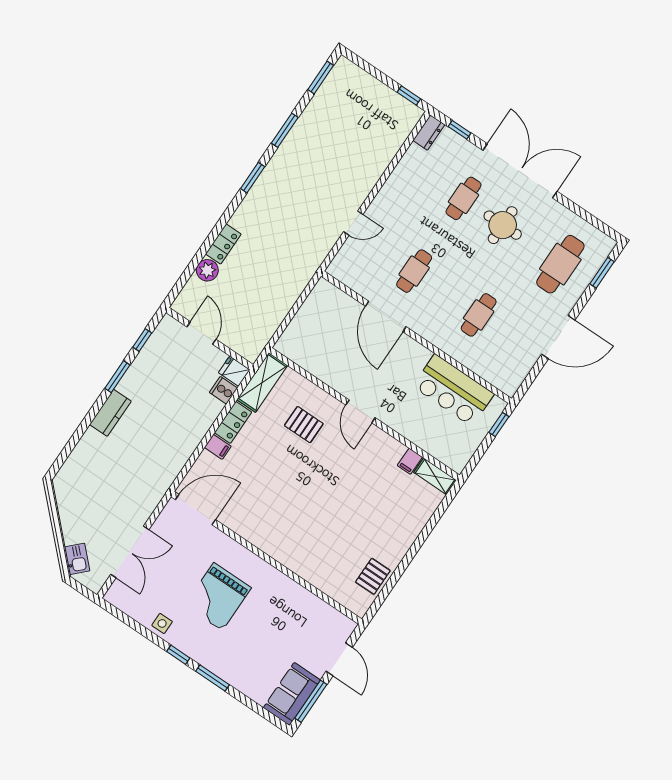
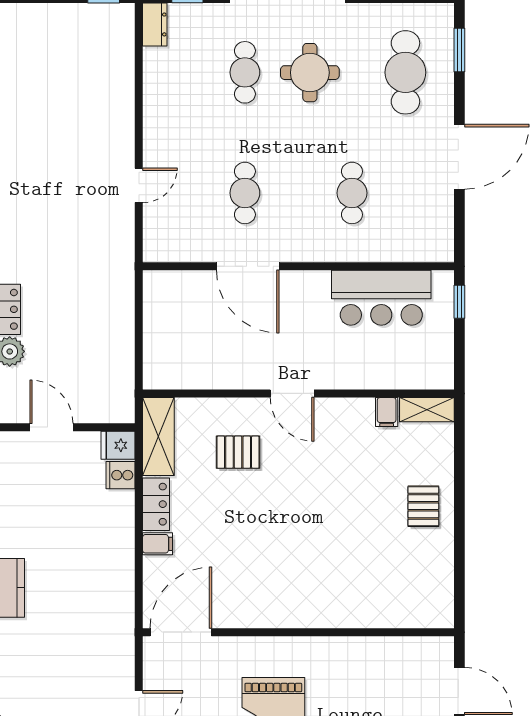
pallet: (373, 576) -> (423, 506), moved

